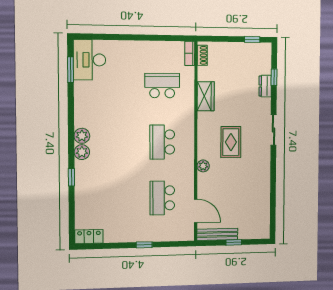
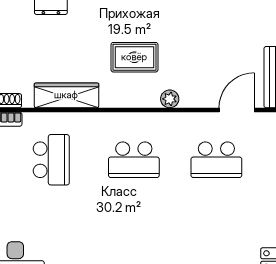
school desk: (162, 86) -> (51, 160), turned 180
wardrobe: (206, 96) -> (66, 95), width x1.50

